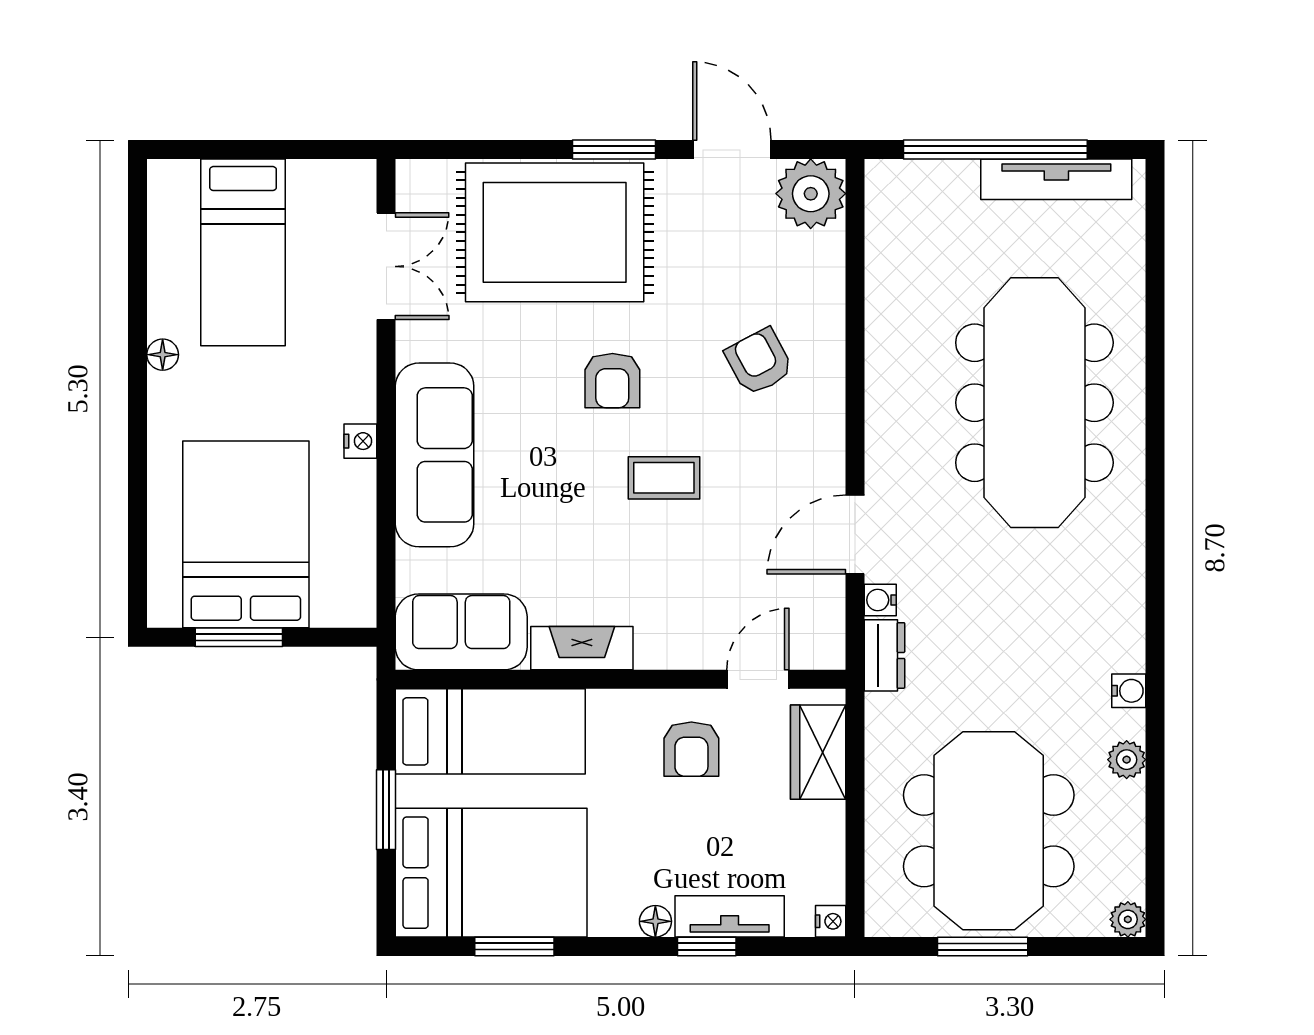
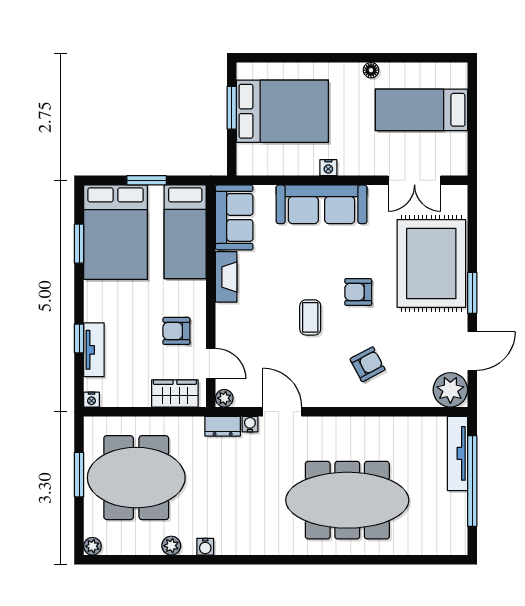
tv unit: (1056, 179) -> (457, 453), moved
plant: (828, 652) -> (224, 398), added
floor lamp: (655, 921) -> (91, 313), removed

